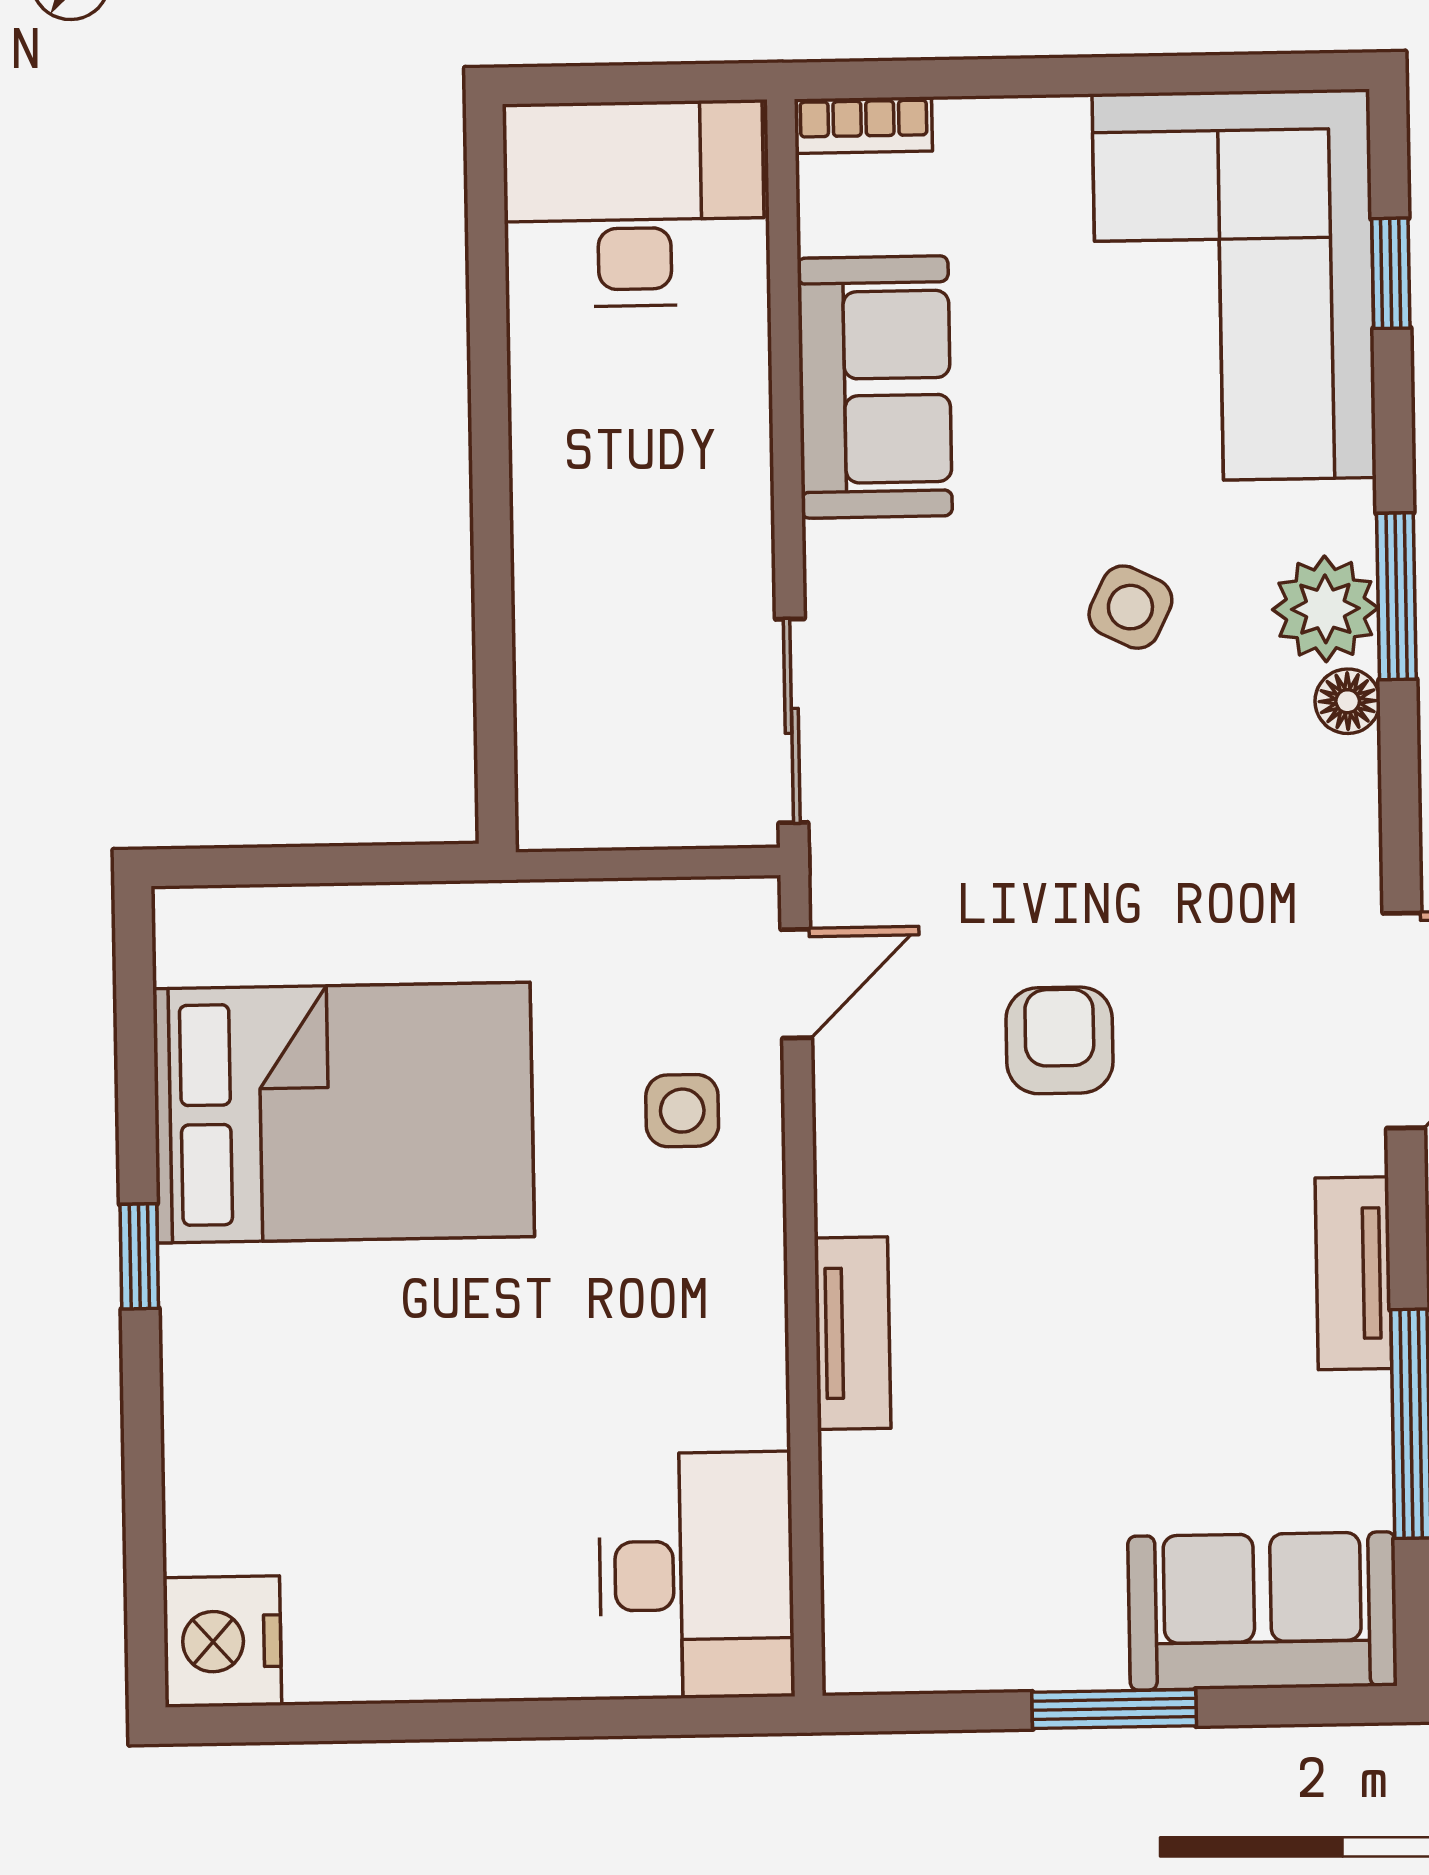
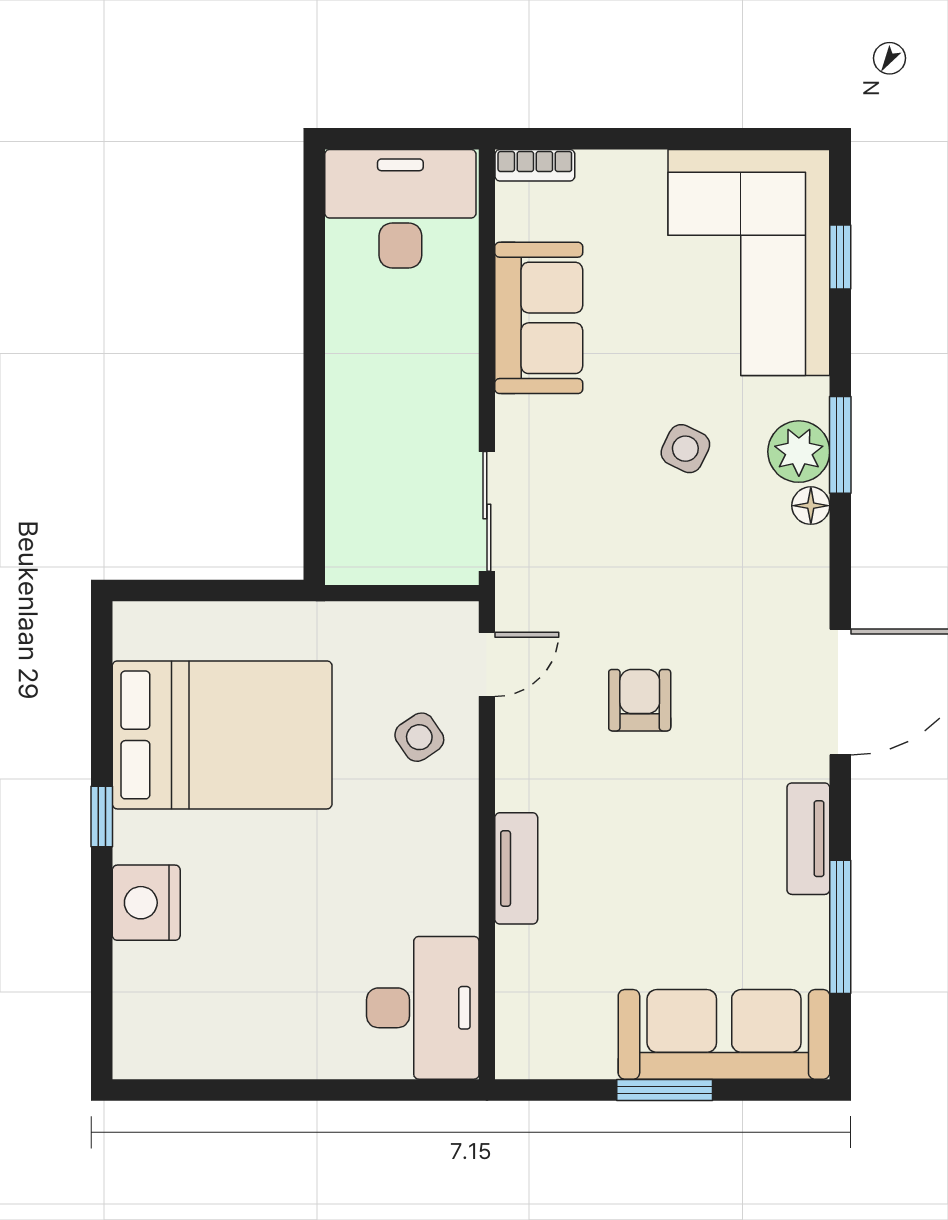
side table: (682, 1111) -> (419, 737), turned -34
sofa: (1263, 1611) -> (724, 1034), width x1.36
nightstand: (222, 1641) -> (146, 903), moved

